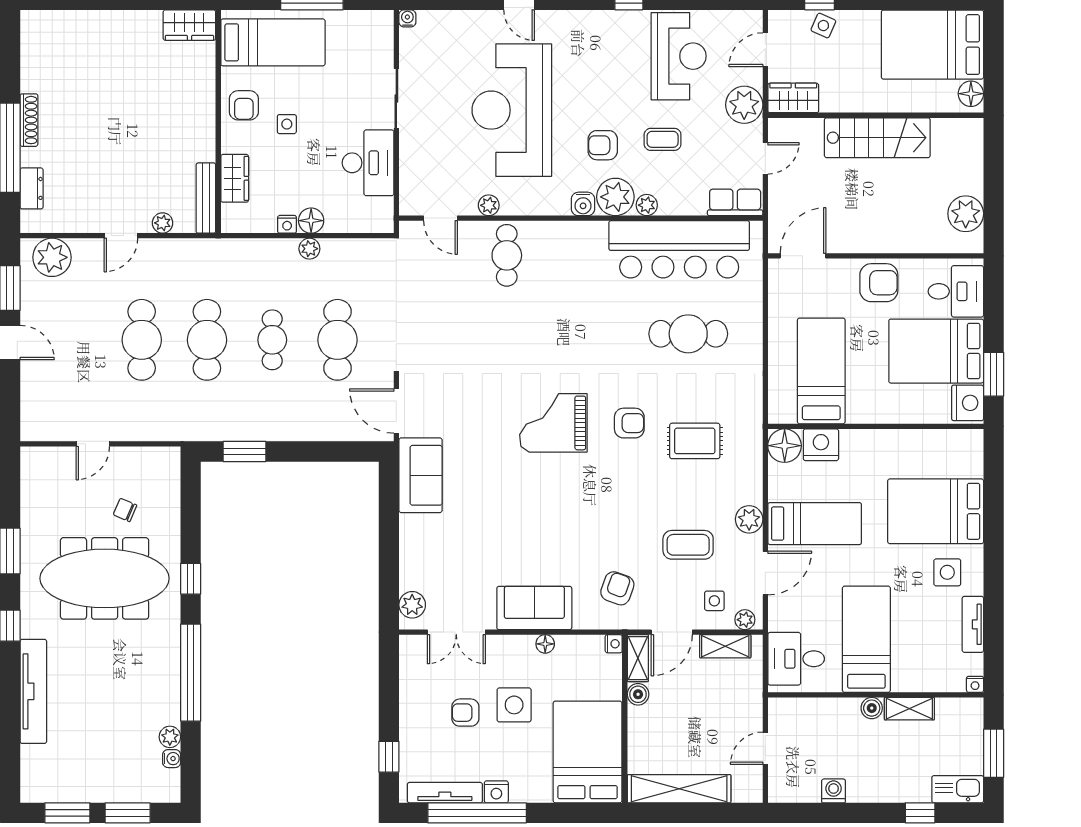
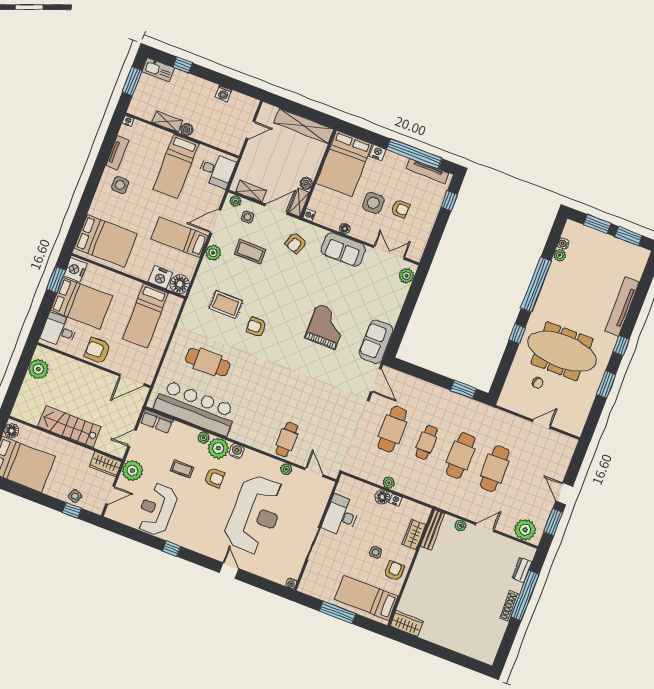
grand piano: (553, 423) -> (326, 326), moved, turned -90
bed: (936, 511) -> (106, 241), moved
nightstand: (496, 792) -> (378, 152), moved

